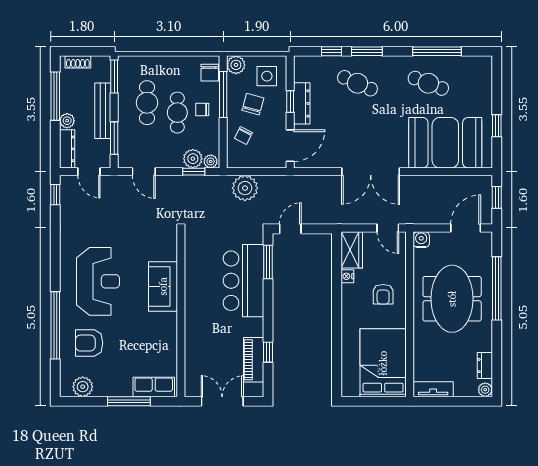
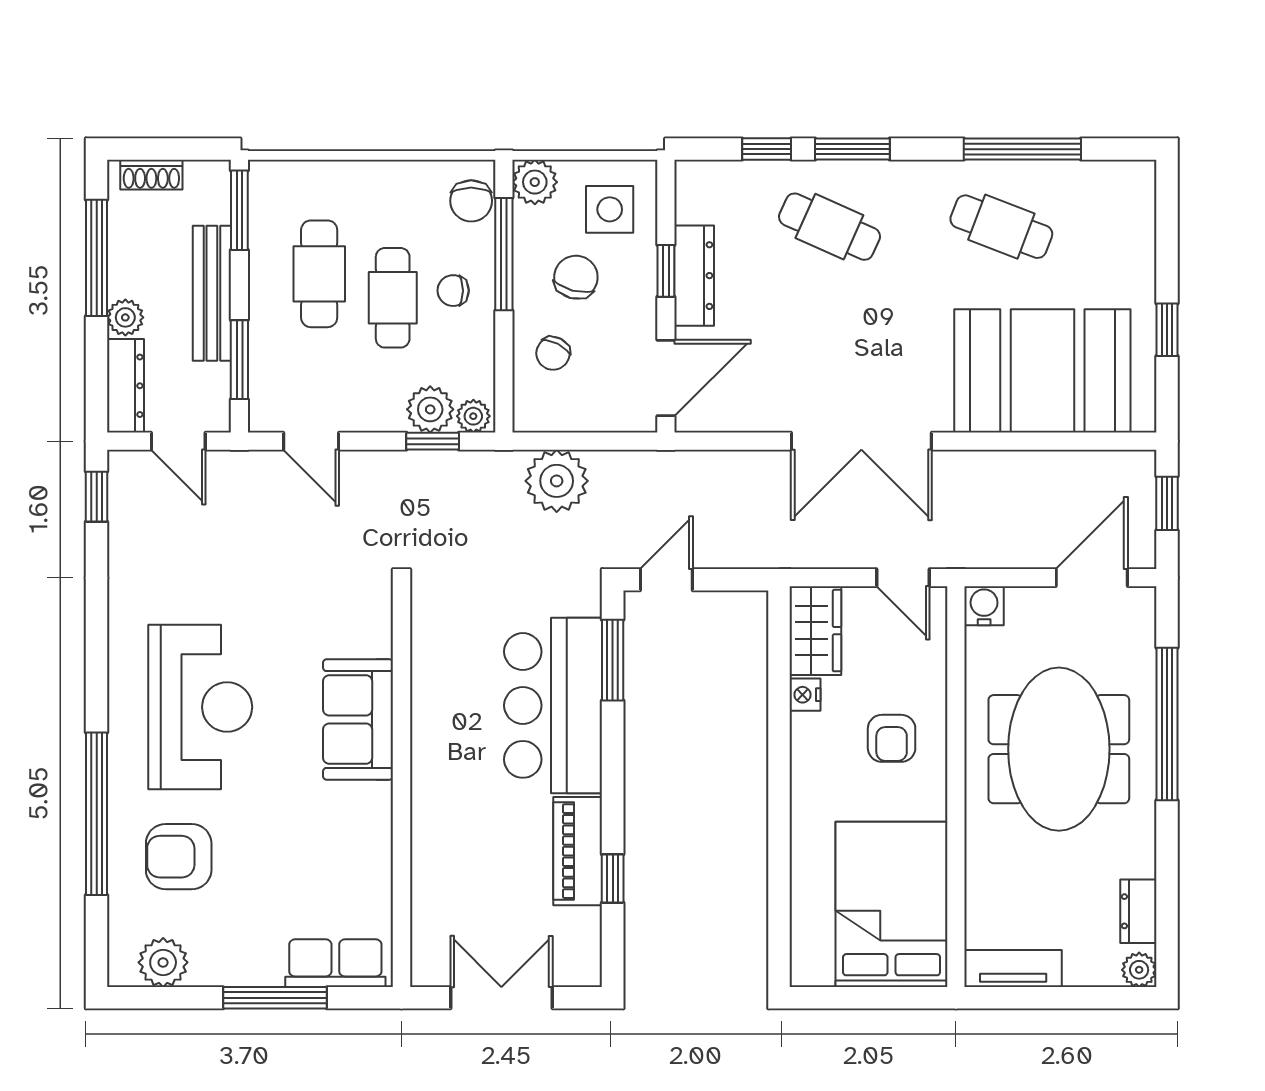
piano: (254, 360) -> (578, 851), moved

